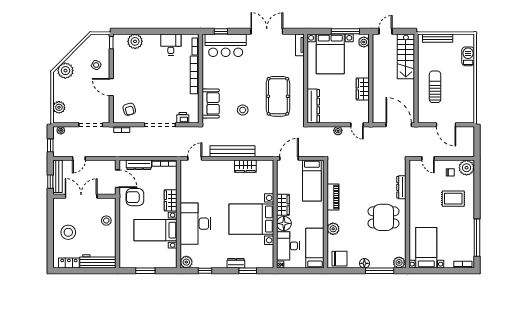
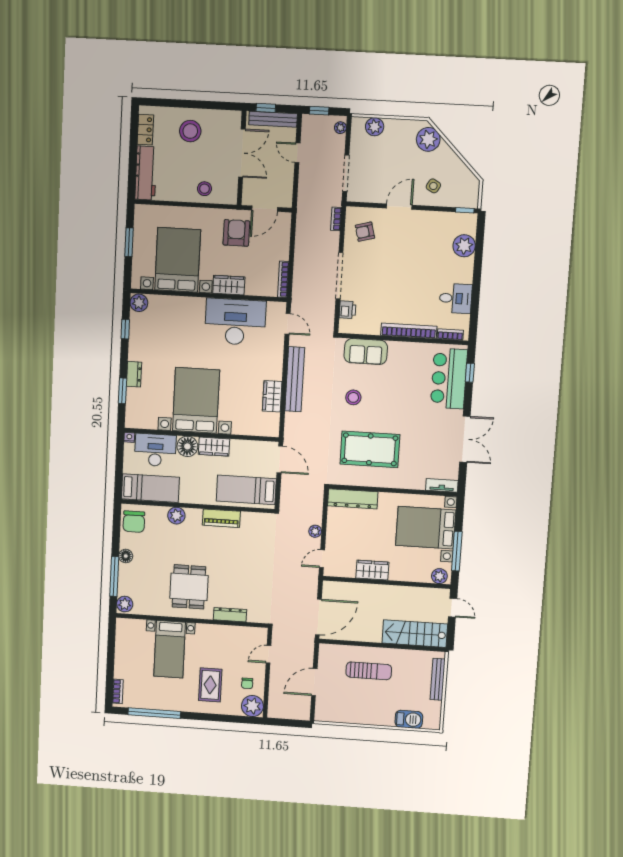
dresser: (139, 165) -> (283, 241), removed
desk: (195, 224) -> (235, 322), moved
bed with nightstands: (155, 230) -> (178, 260), width x1.36
bed with nightstands: (426, 248) -> (170, 649), moved, turned 90

